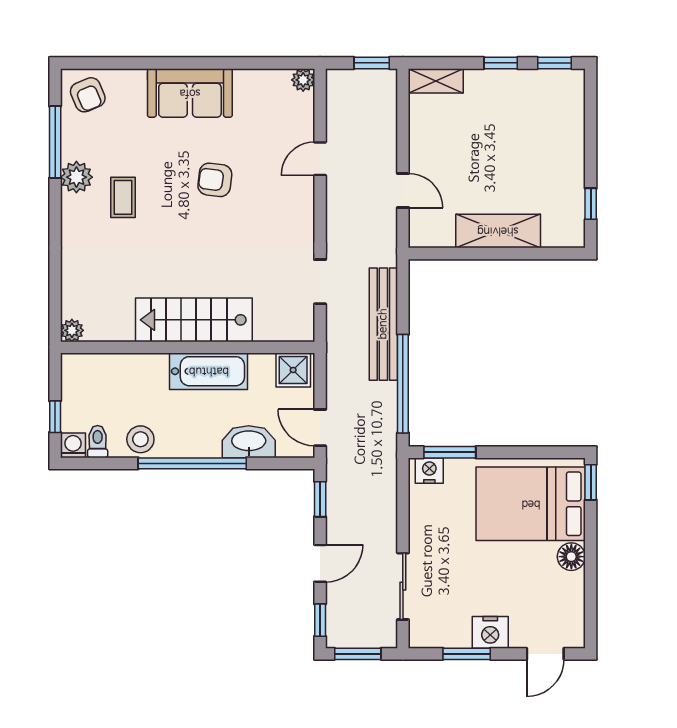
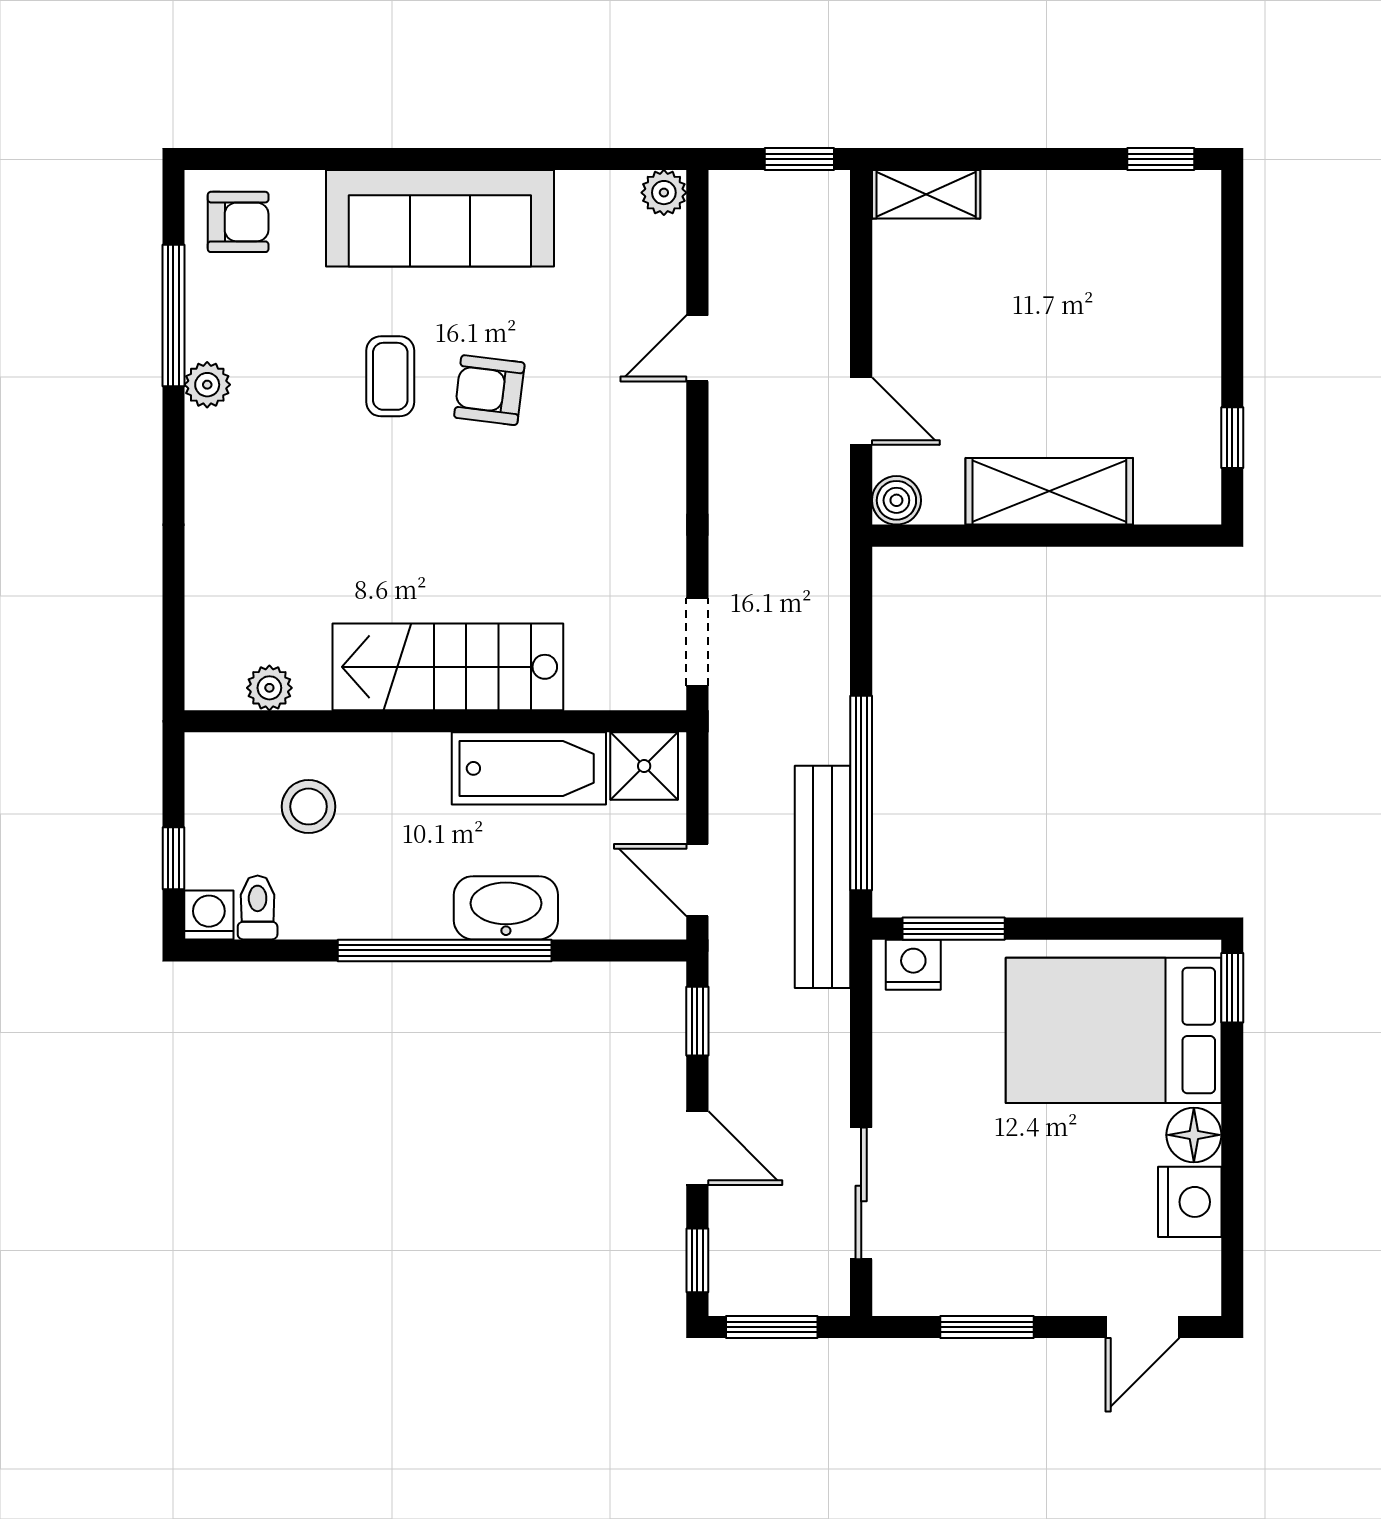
window: (501, 63) -> (1054, 159), removed
sofa: (190, 93) -> (440, 218), width x1.36
armchair: (88, 95) -> (238, 222), turned -67
plant: (76, 177) -> (207, 385), width x0.73, depth x0.73
coffee table: (123, 197) -> (390, 376), moved
boiler: (421, 236) -> (896, 500), added
doorway: (320, 282) -> (697, 642), moved
bench: (383, 324) -> (822, 877), moved
plant: (72, 330) -> (269, 688), moved
bathtub: (209, 371) -> (529, 768), moved
stool: (140, 439) -> (309, 807), moved
washbasin: (249, 442) -> (506, 908), moved
door: (320, 563) -> (697, 1148), hinge flipped
nightstand: (490, 632) -> (1190, 1202), moved, turned -90

